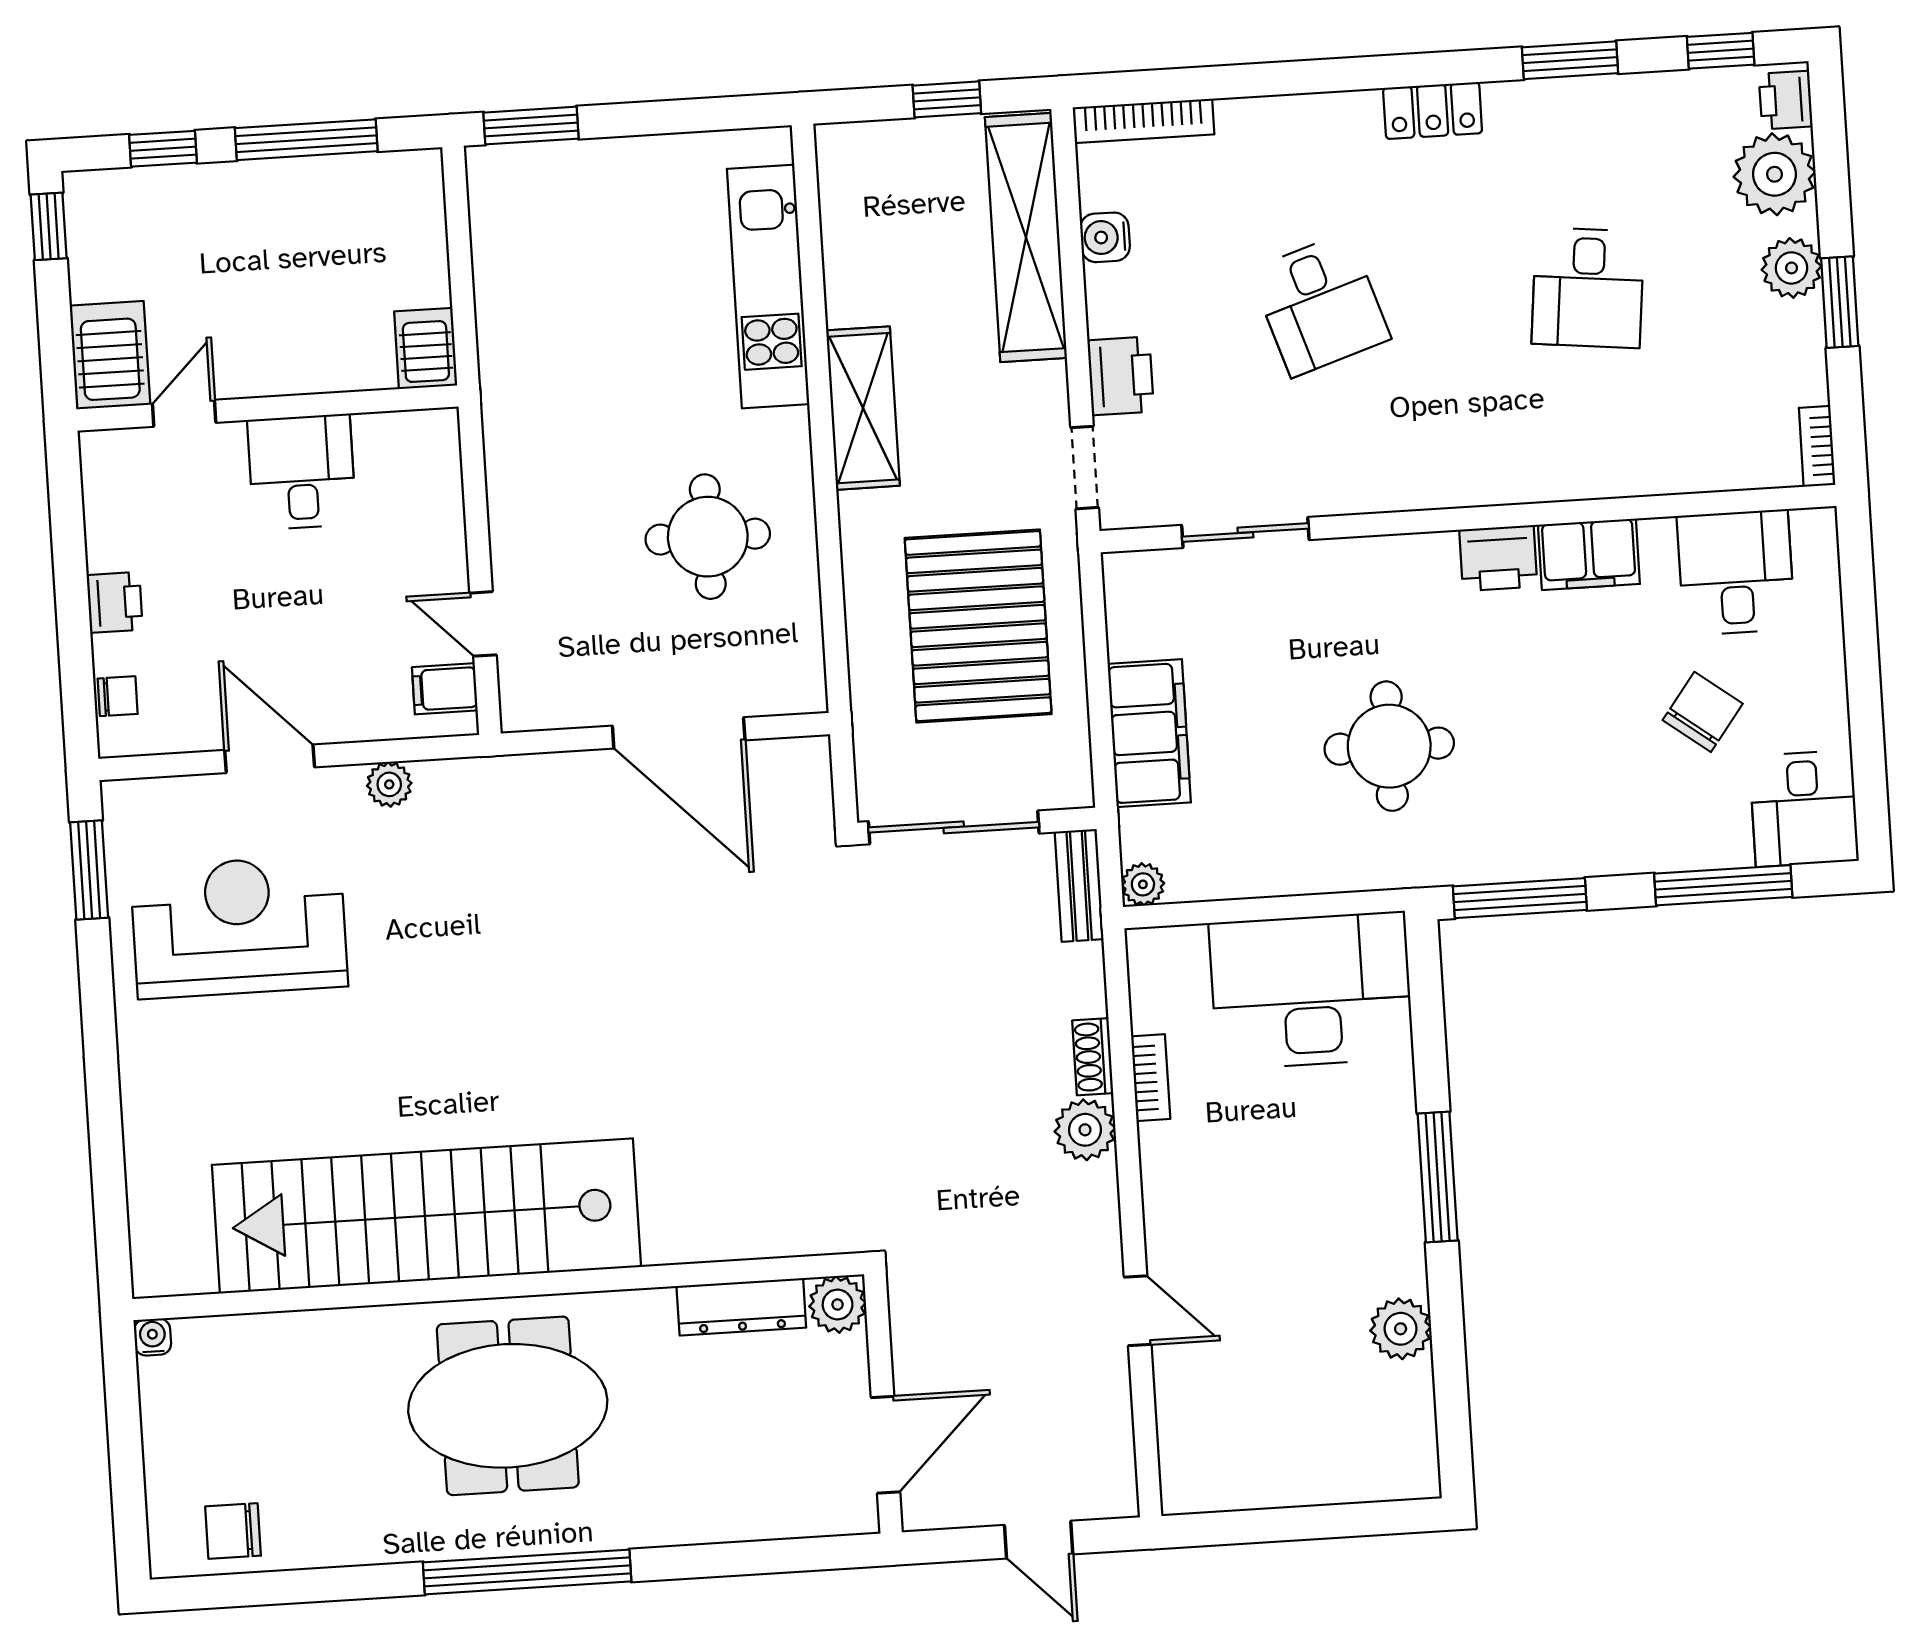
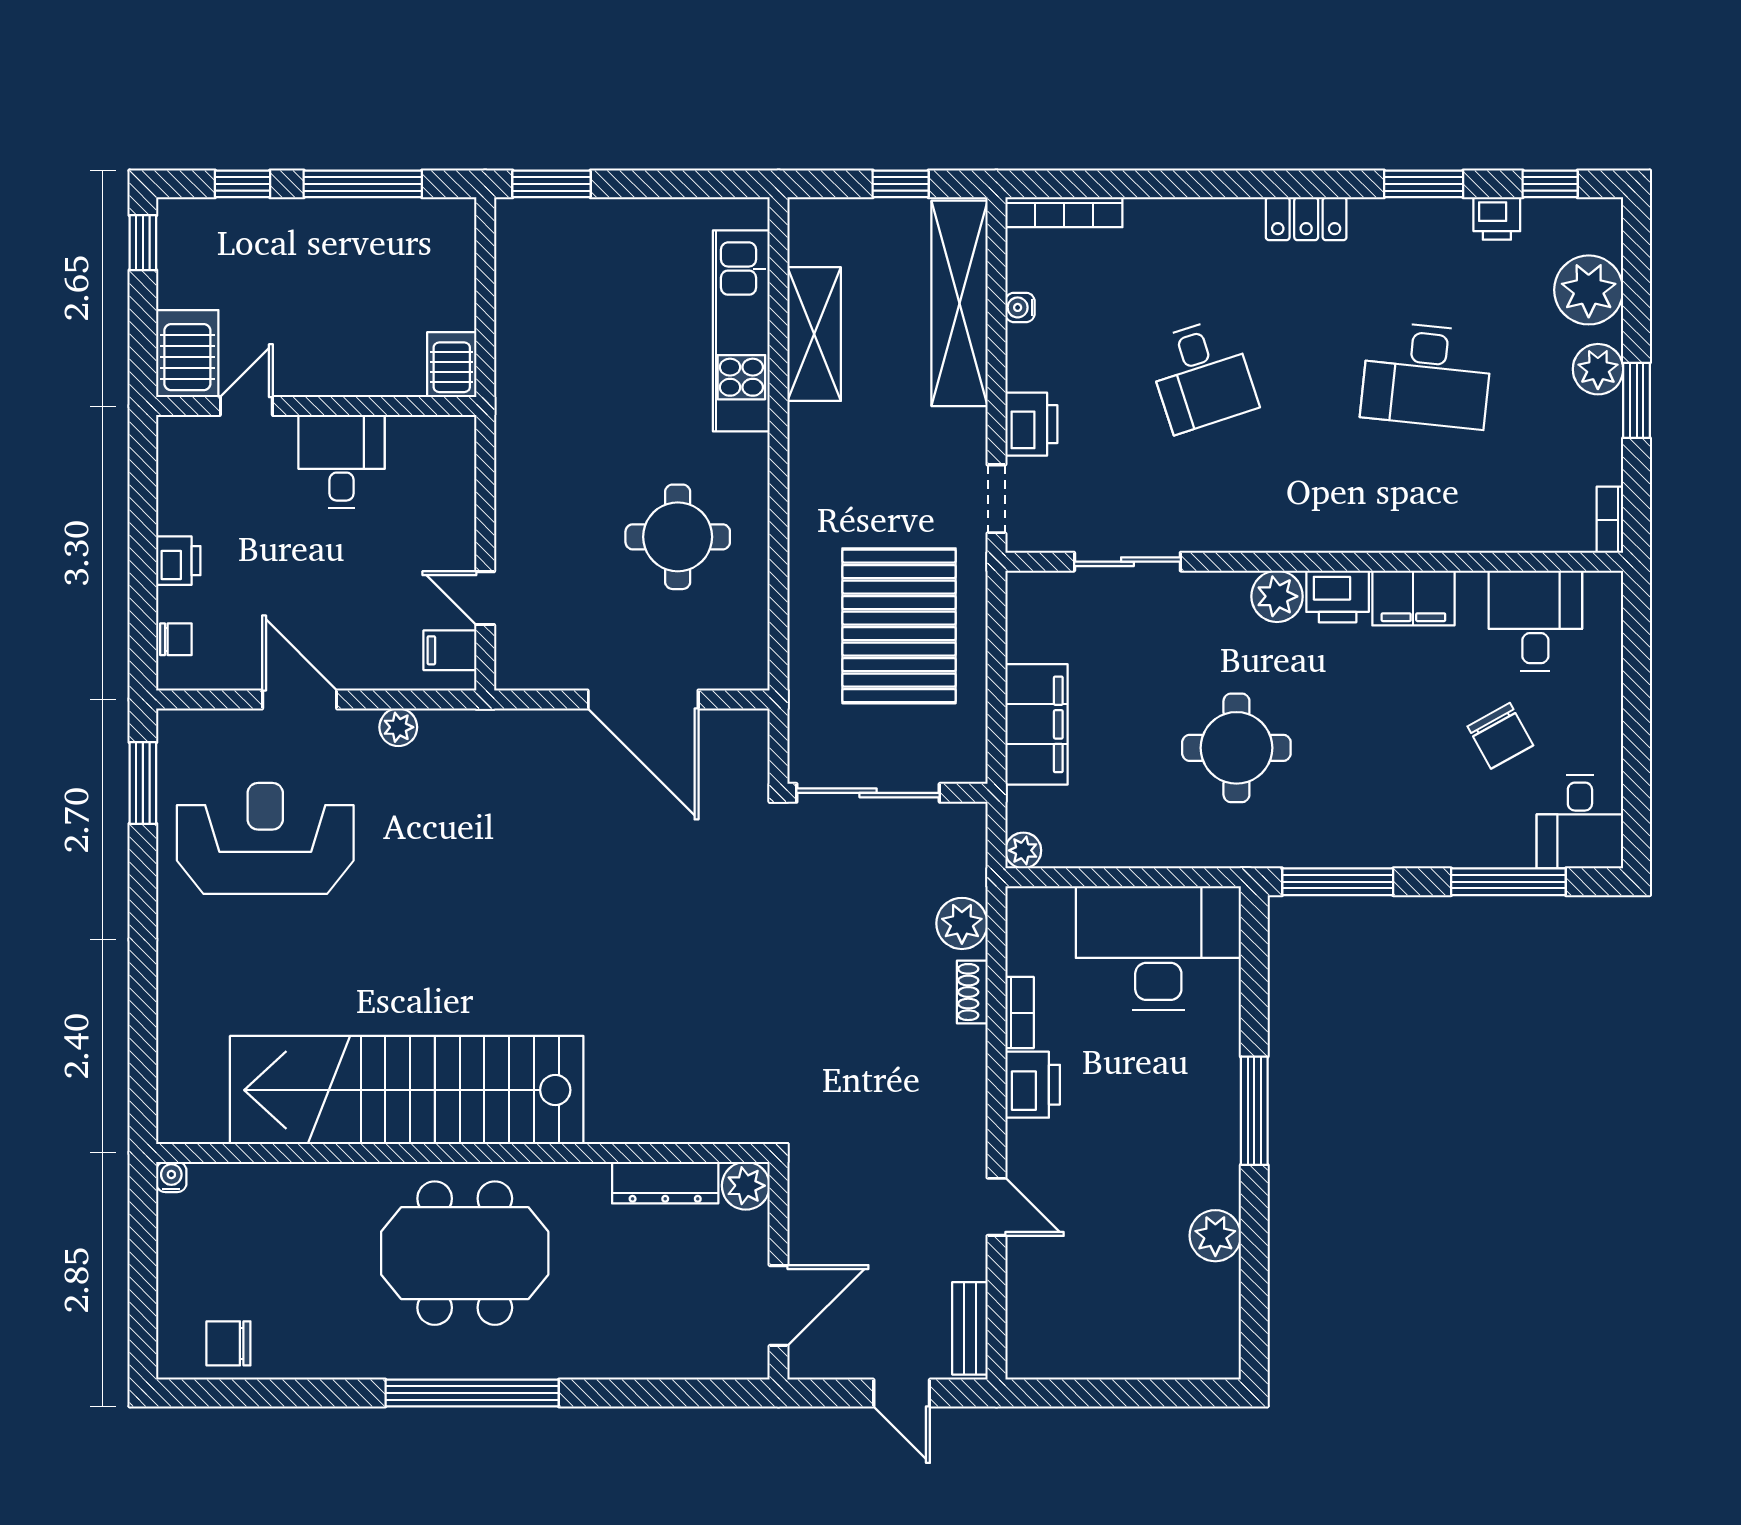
printer: (1786, 100) -> (1497, 218), moved, turned -90
water cooler: (1105, 237) -> (1020, 307), width x0.72, depth x0.72
desk: (1588, 288) -> (1427, 375), width x1.37
shelving: (863, 408) -> (814, 334), moved
plant: (1426, 563) -> (1277, 596), added
chair: (1703, 712) -> (1500, 736), turned 114
bench: (1079, 885) -> (970, 1328), moved
plant: (1085, 1130) -> (962, 923), moved
printer: (1172, 1163) -> (1033, 1085), added

